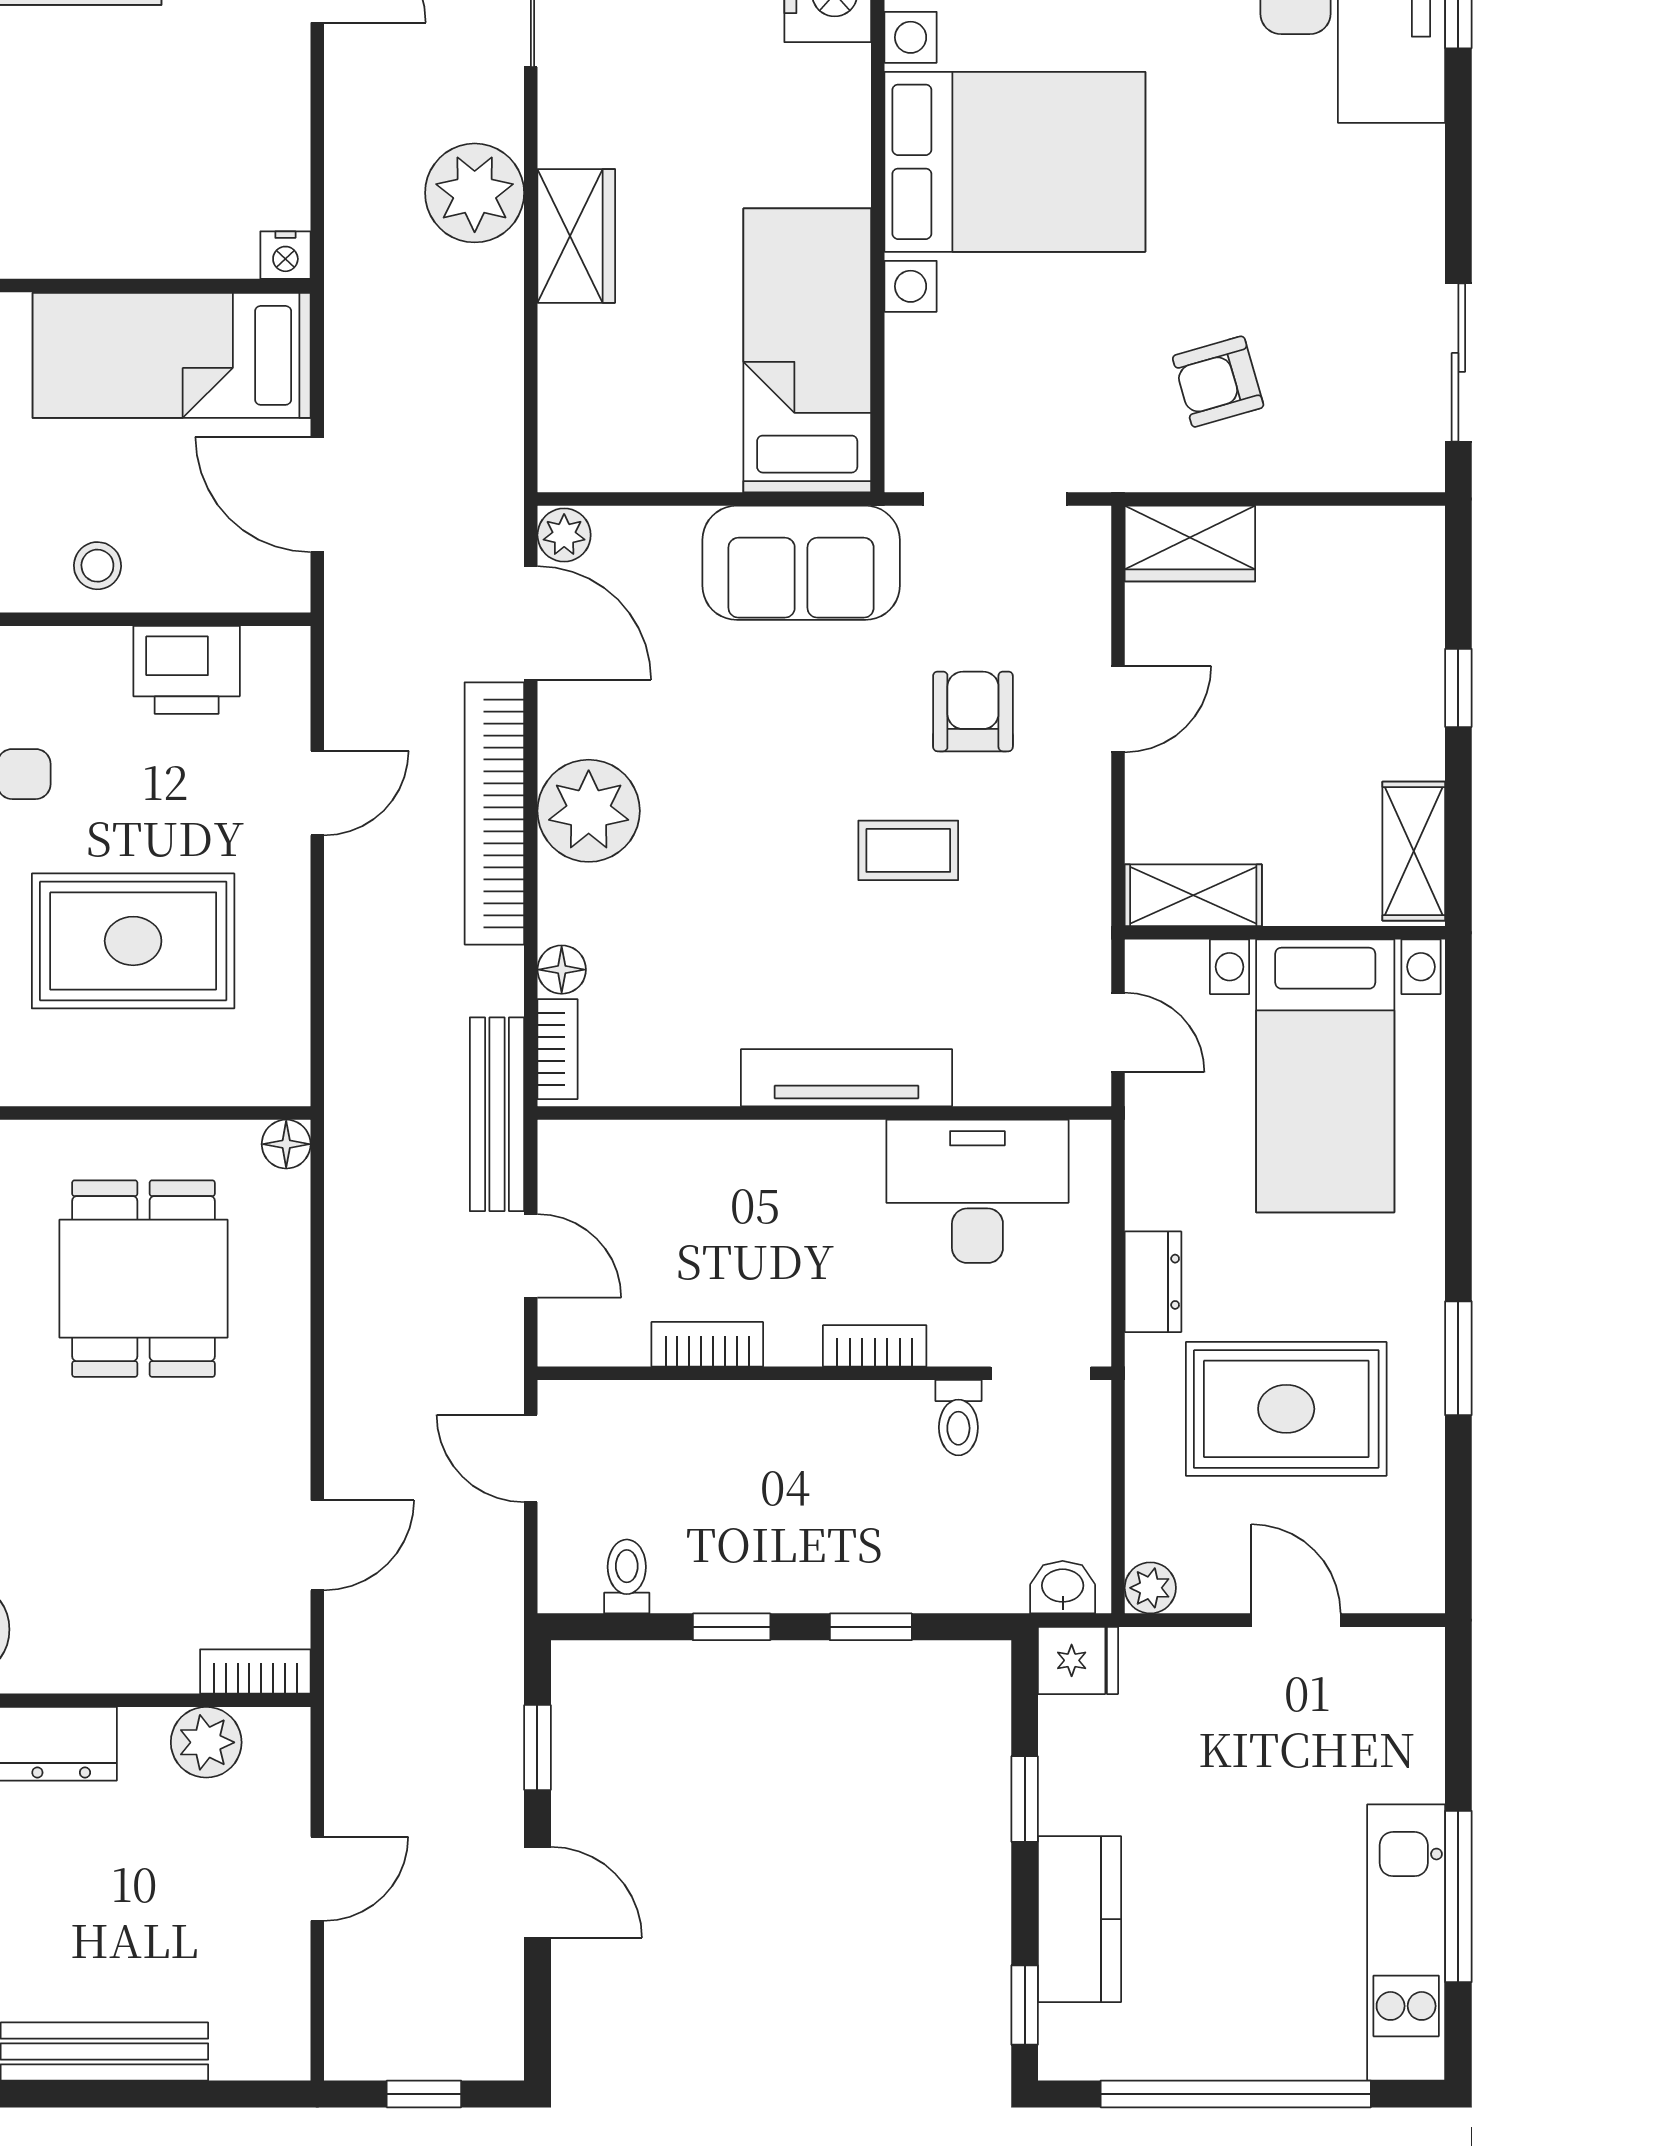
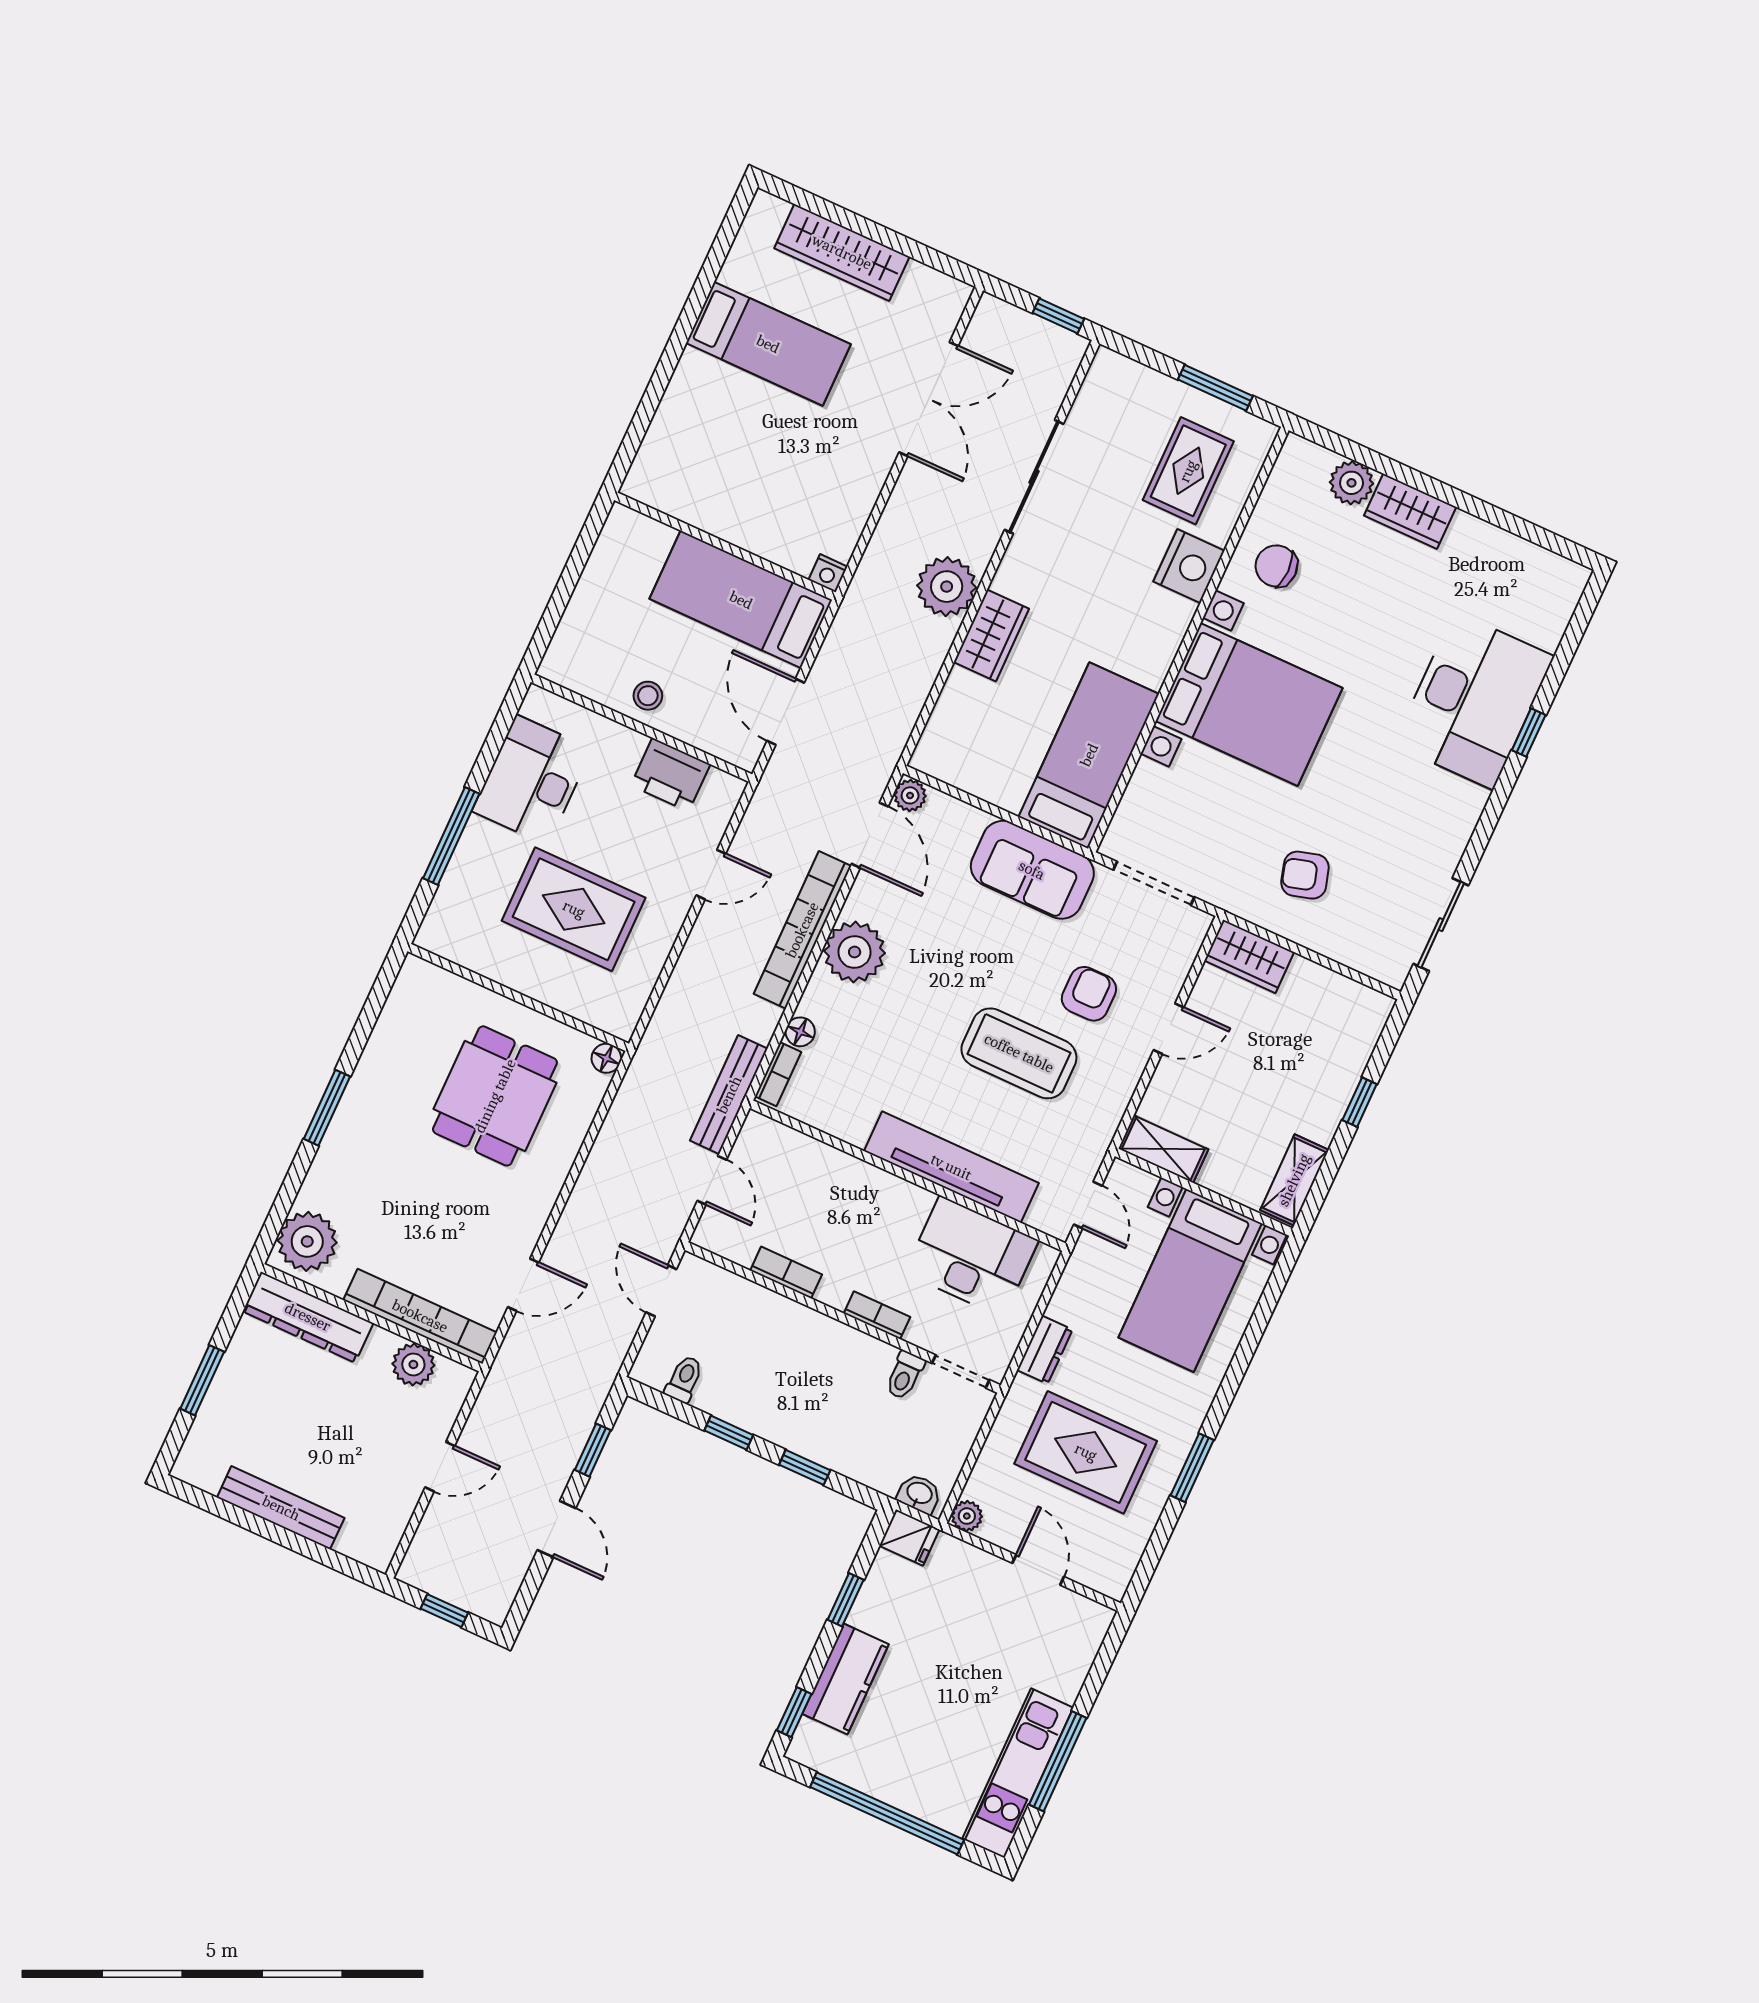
coffee table: (908, 850) -> (1019, 1053), width x1.86, depth x1.72
tv unit: (847, 1078) -> (951, 1167), width x1.36, depth x1.29
bookcase: (255, 1671) -> (420, 1316), width x2.31, depth x1.31

